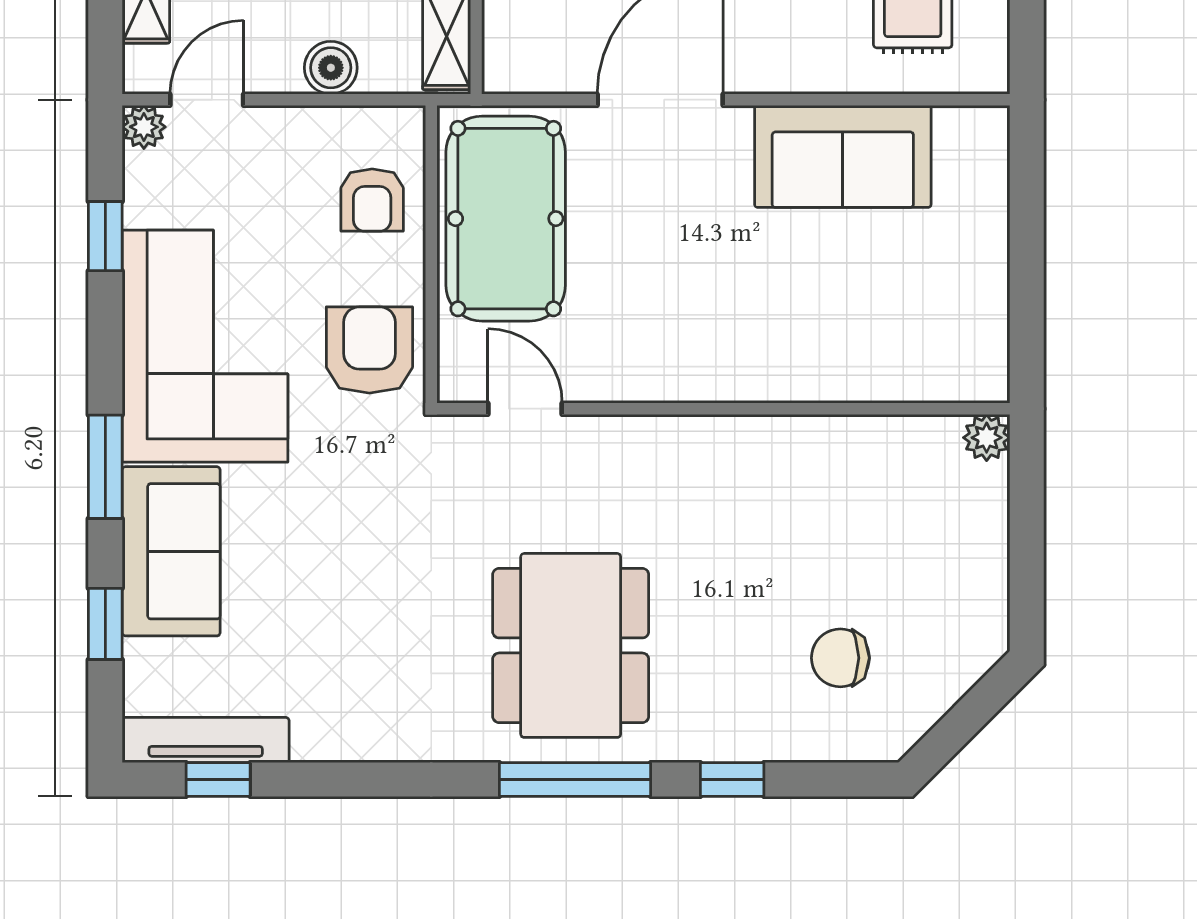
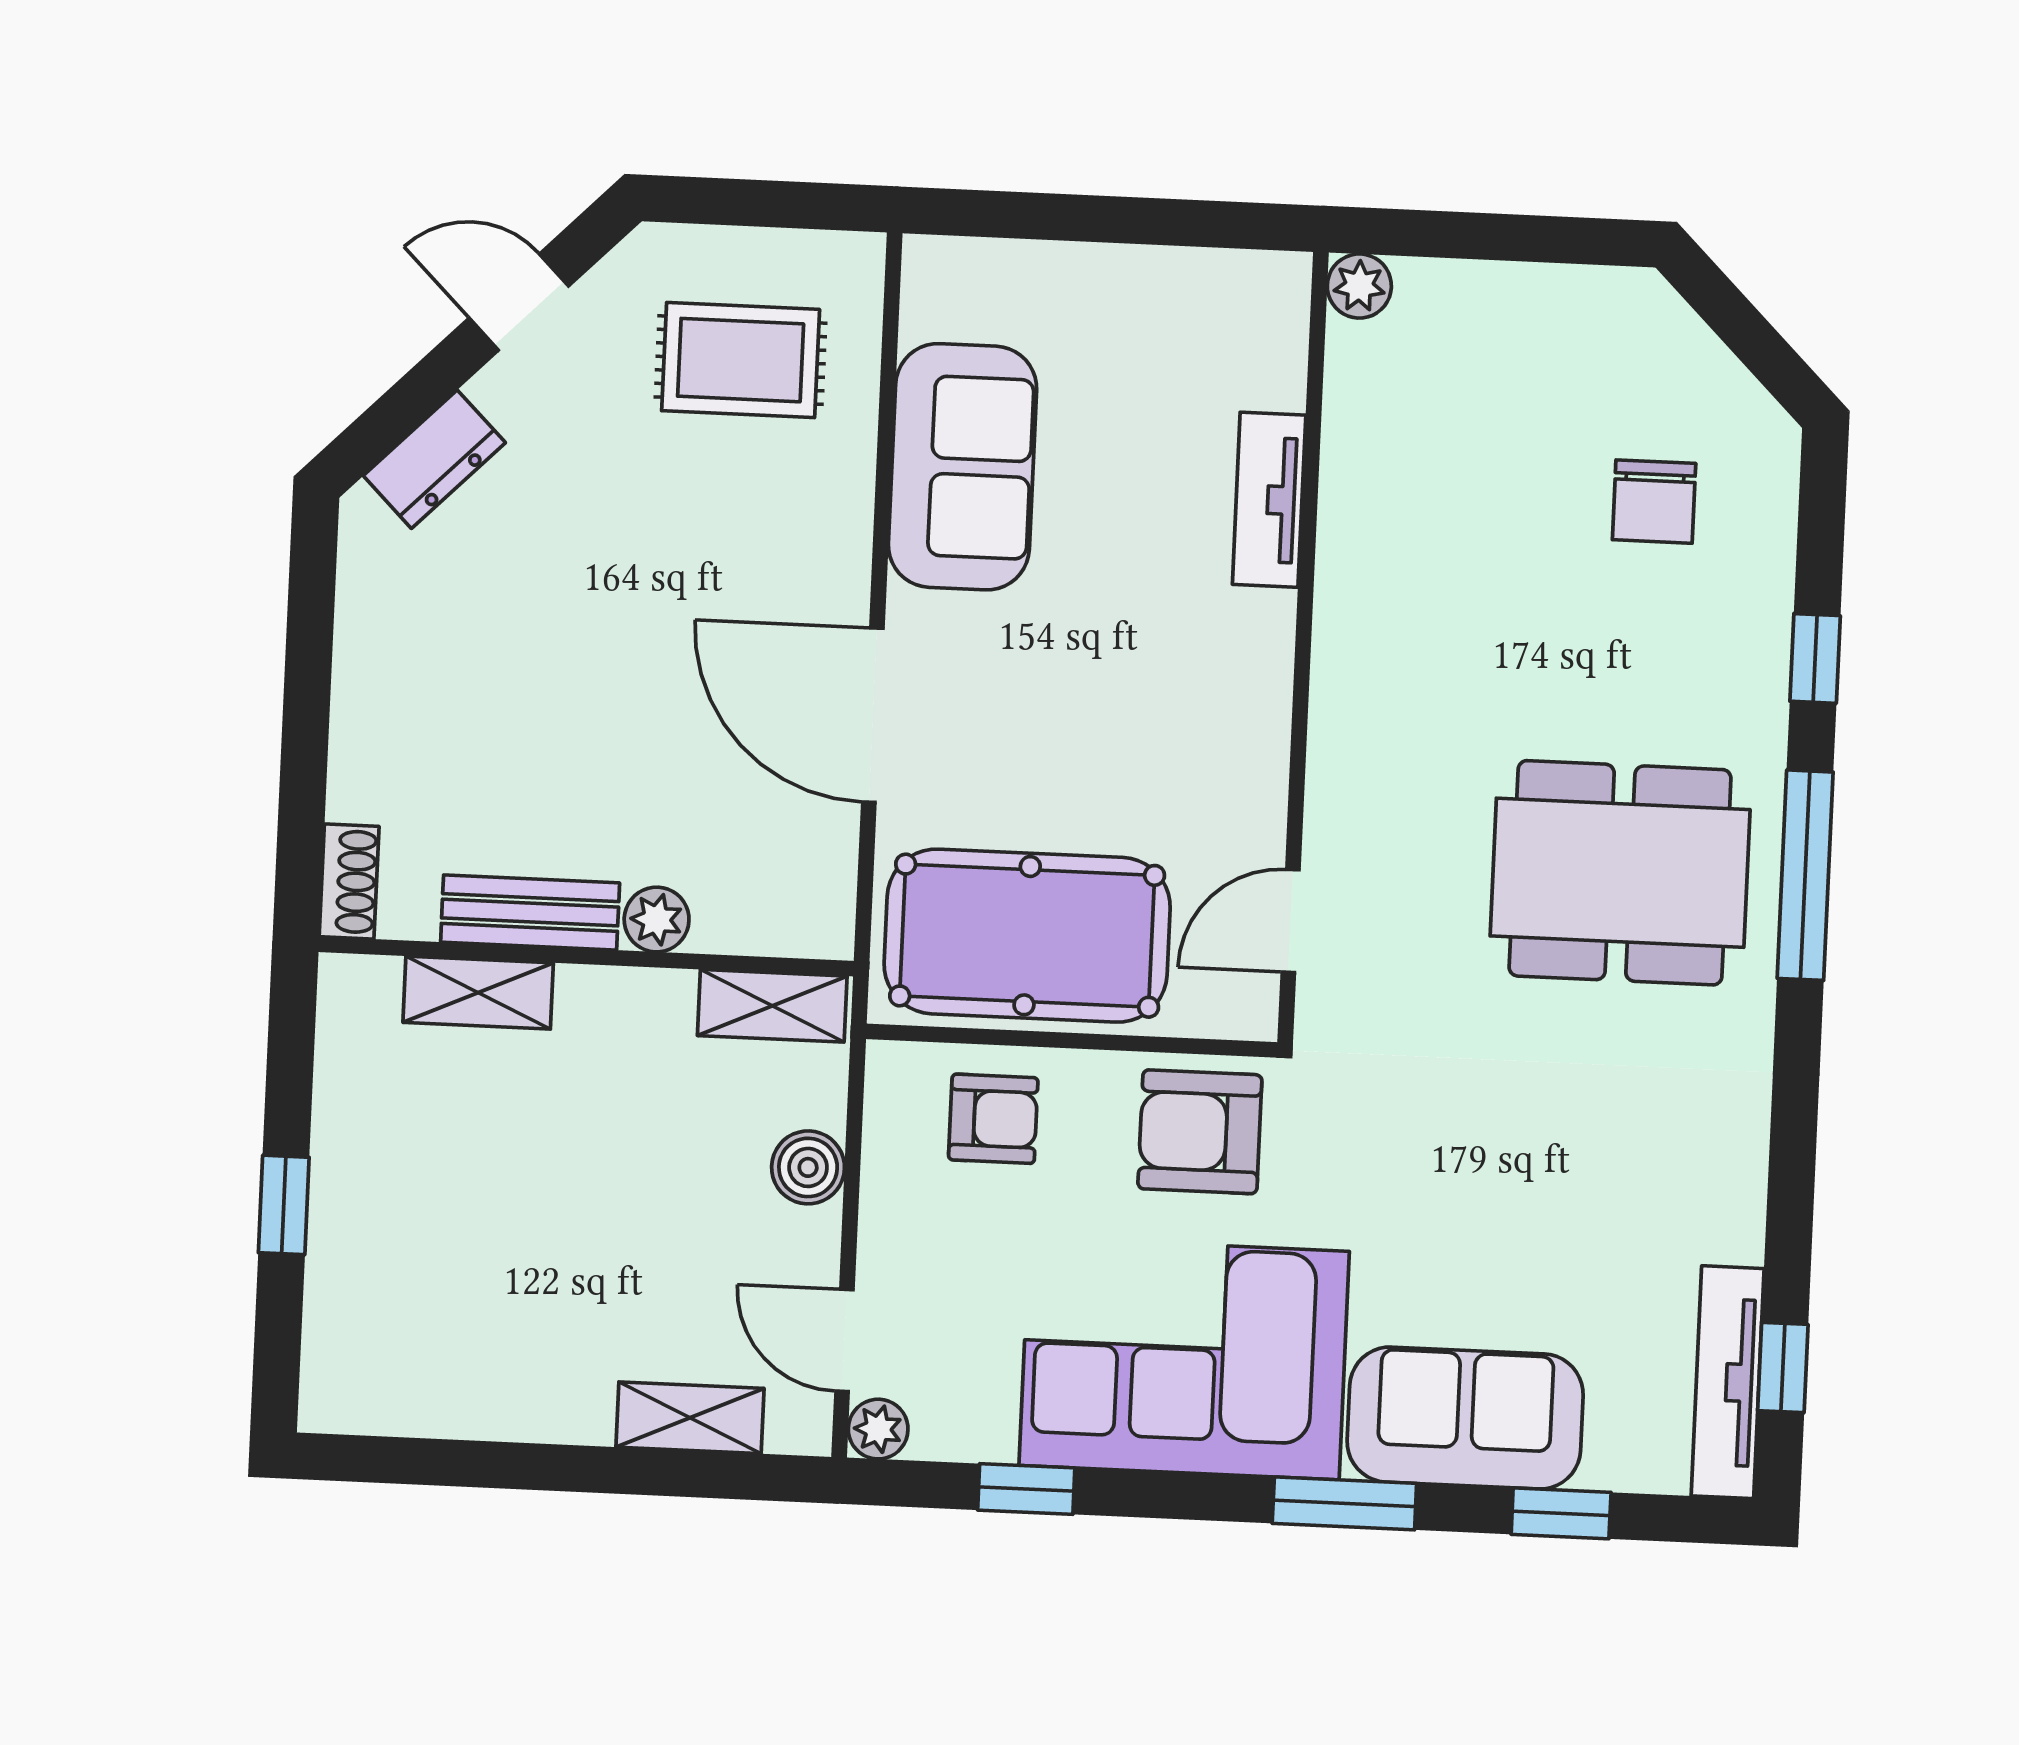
tv unit: (829, 379) -> (1269, 500), added

